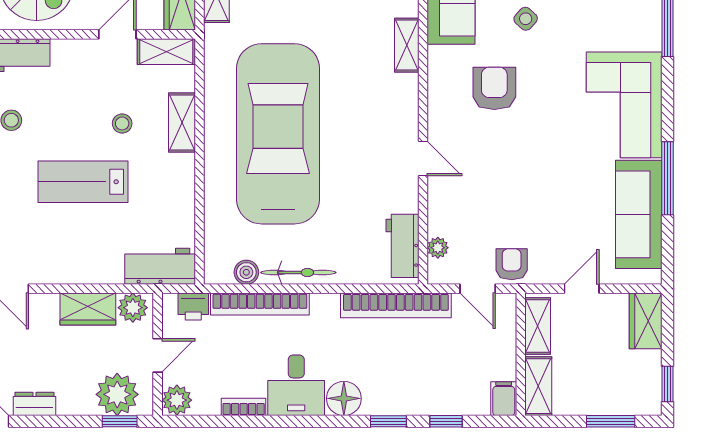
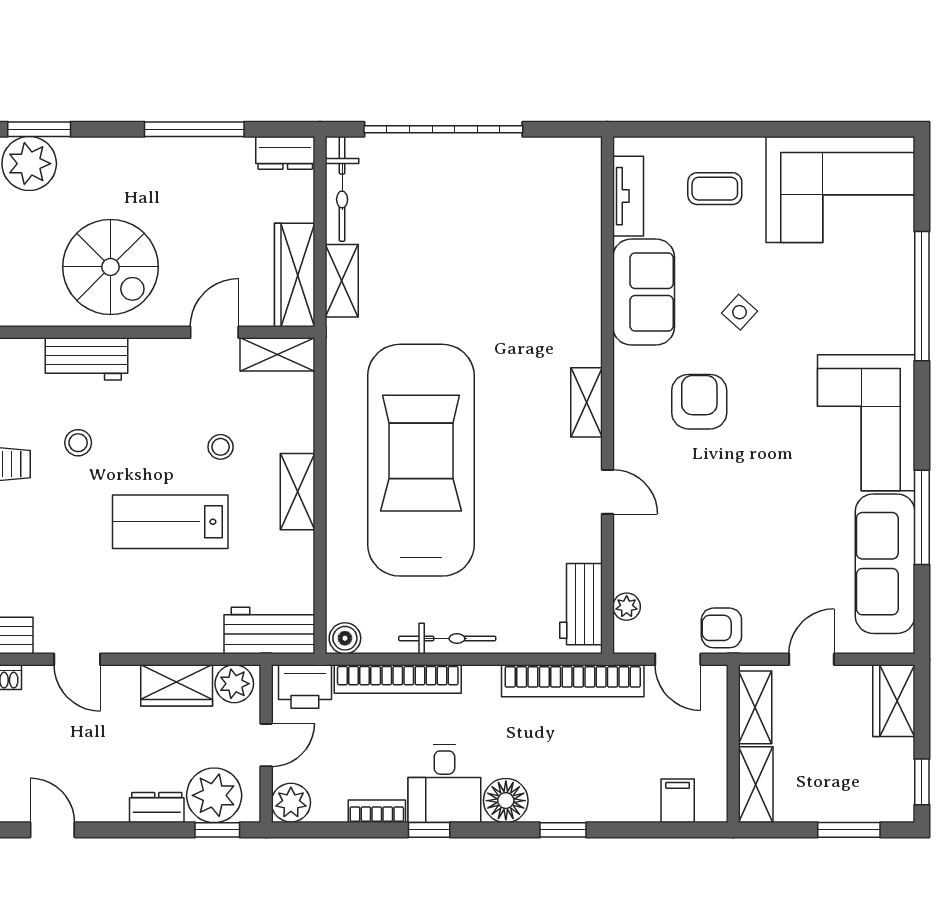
shelving: (407, 45) -> (587, 402), moved
shelving: (182, 122) -> (297, 492), moved
armchair: (512, 264) -> (721, 628), turned -90
boiler: (246, 272) -> (345, 638), moved
printer: (193, 307) -> (305, 687), width x1.36, depth x1.24
filing cabinet: (504, 399) -> (678, 801), moved
dresser: (34, 404) -> (157, 808), moved
window: (446, 421) -> (429, 830), moved

